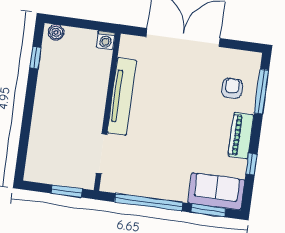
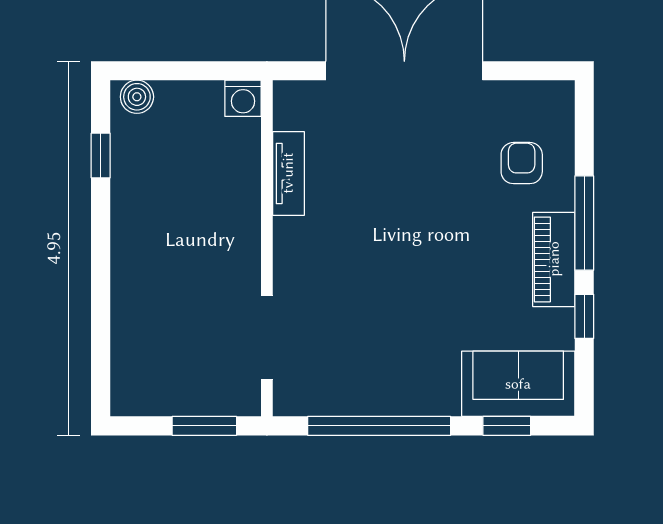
window: (261, 92) -> (584, 223), moved
tv unit: (122, 96) -> (288, 173), width x0.52, depth x0.78
window: (208, 210) -> (507, 426), width x0.67

